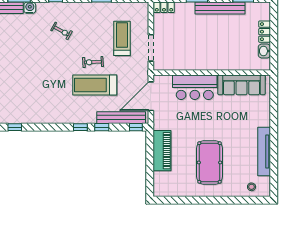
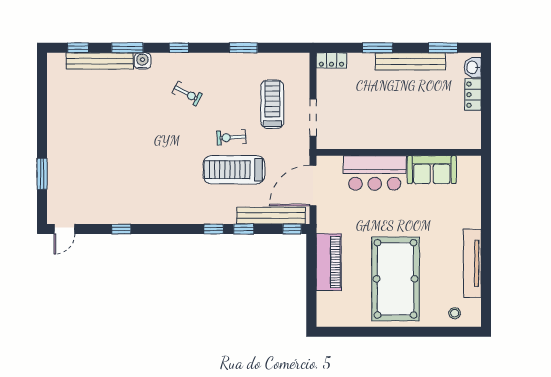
washbasin: (264, 51) -> (473, 67), moved
sofa: (242, 85) -> (432, 170), width x0.73
pool table: (209, 162) -> (395, 279), width x1.36, depth x1.32

